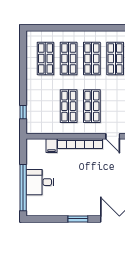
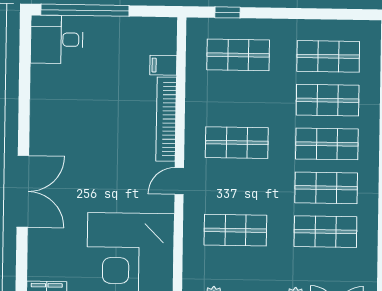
shop shelf: (69, 106) -> (238, 55), moved
desk: (40, 182) -> (57, 39), moved, turned -90
window: (78, 219) -> (24, 113), removed

